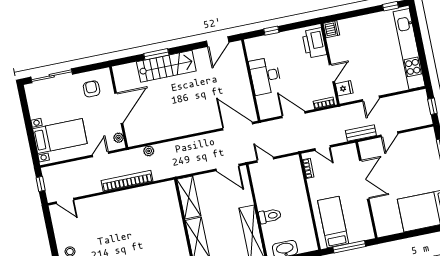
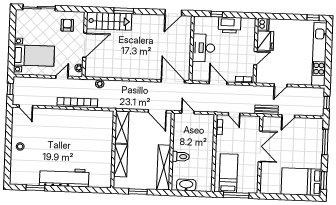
printer: (314, 43) -> (230, 25), moved, turned -90
stairs: (166, 66) -> (109, 21), moved
fridge: (344, 88) -> (265, 41), moved, width x1.88, depth x1.34

